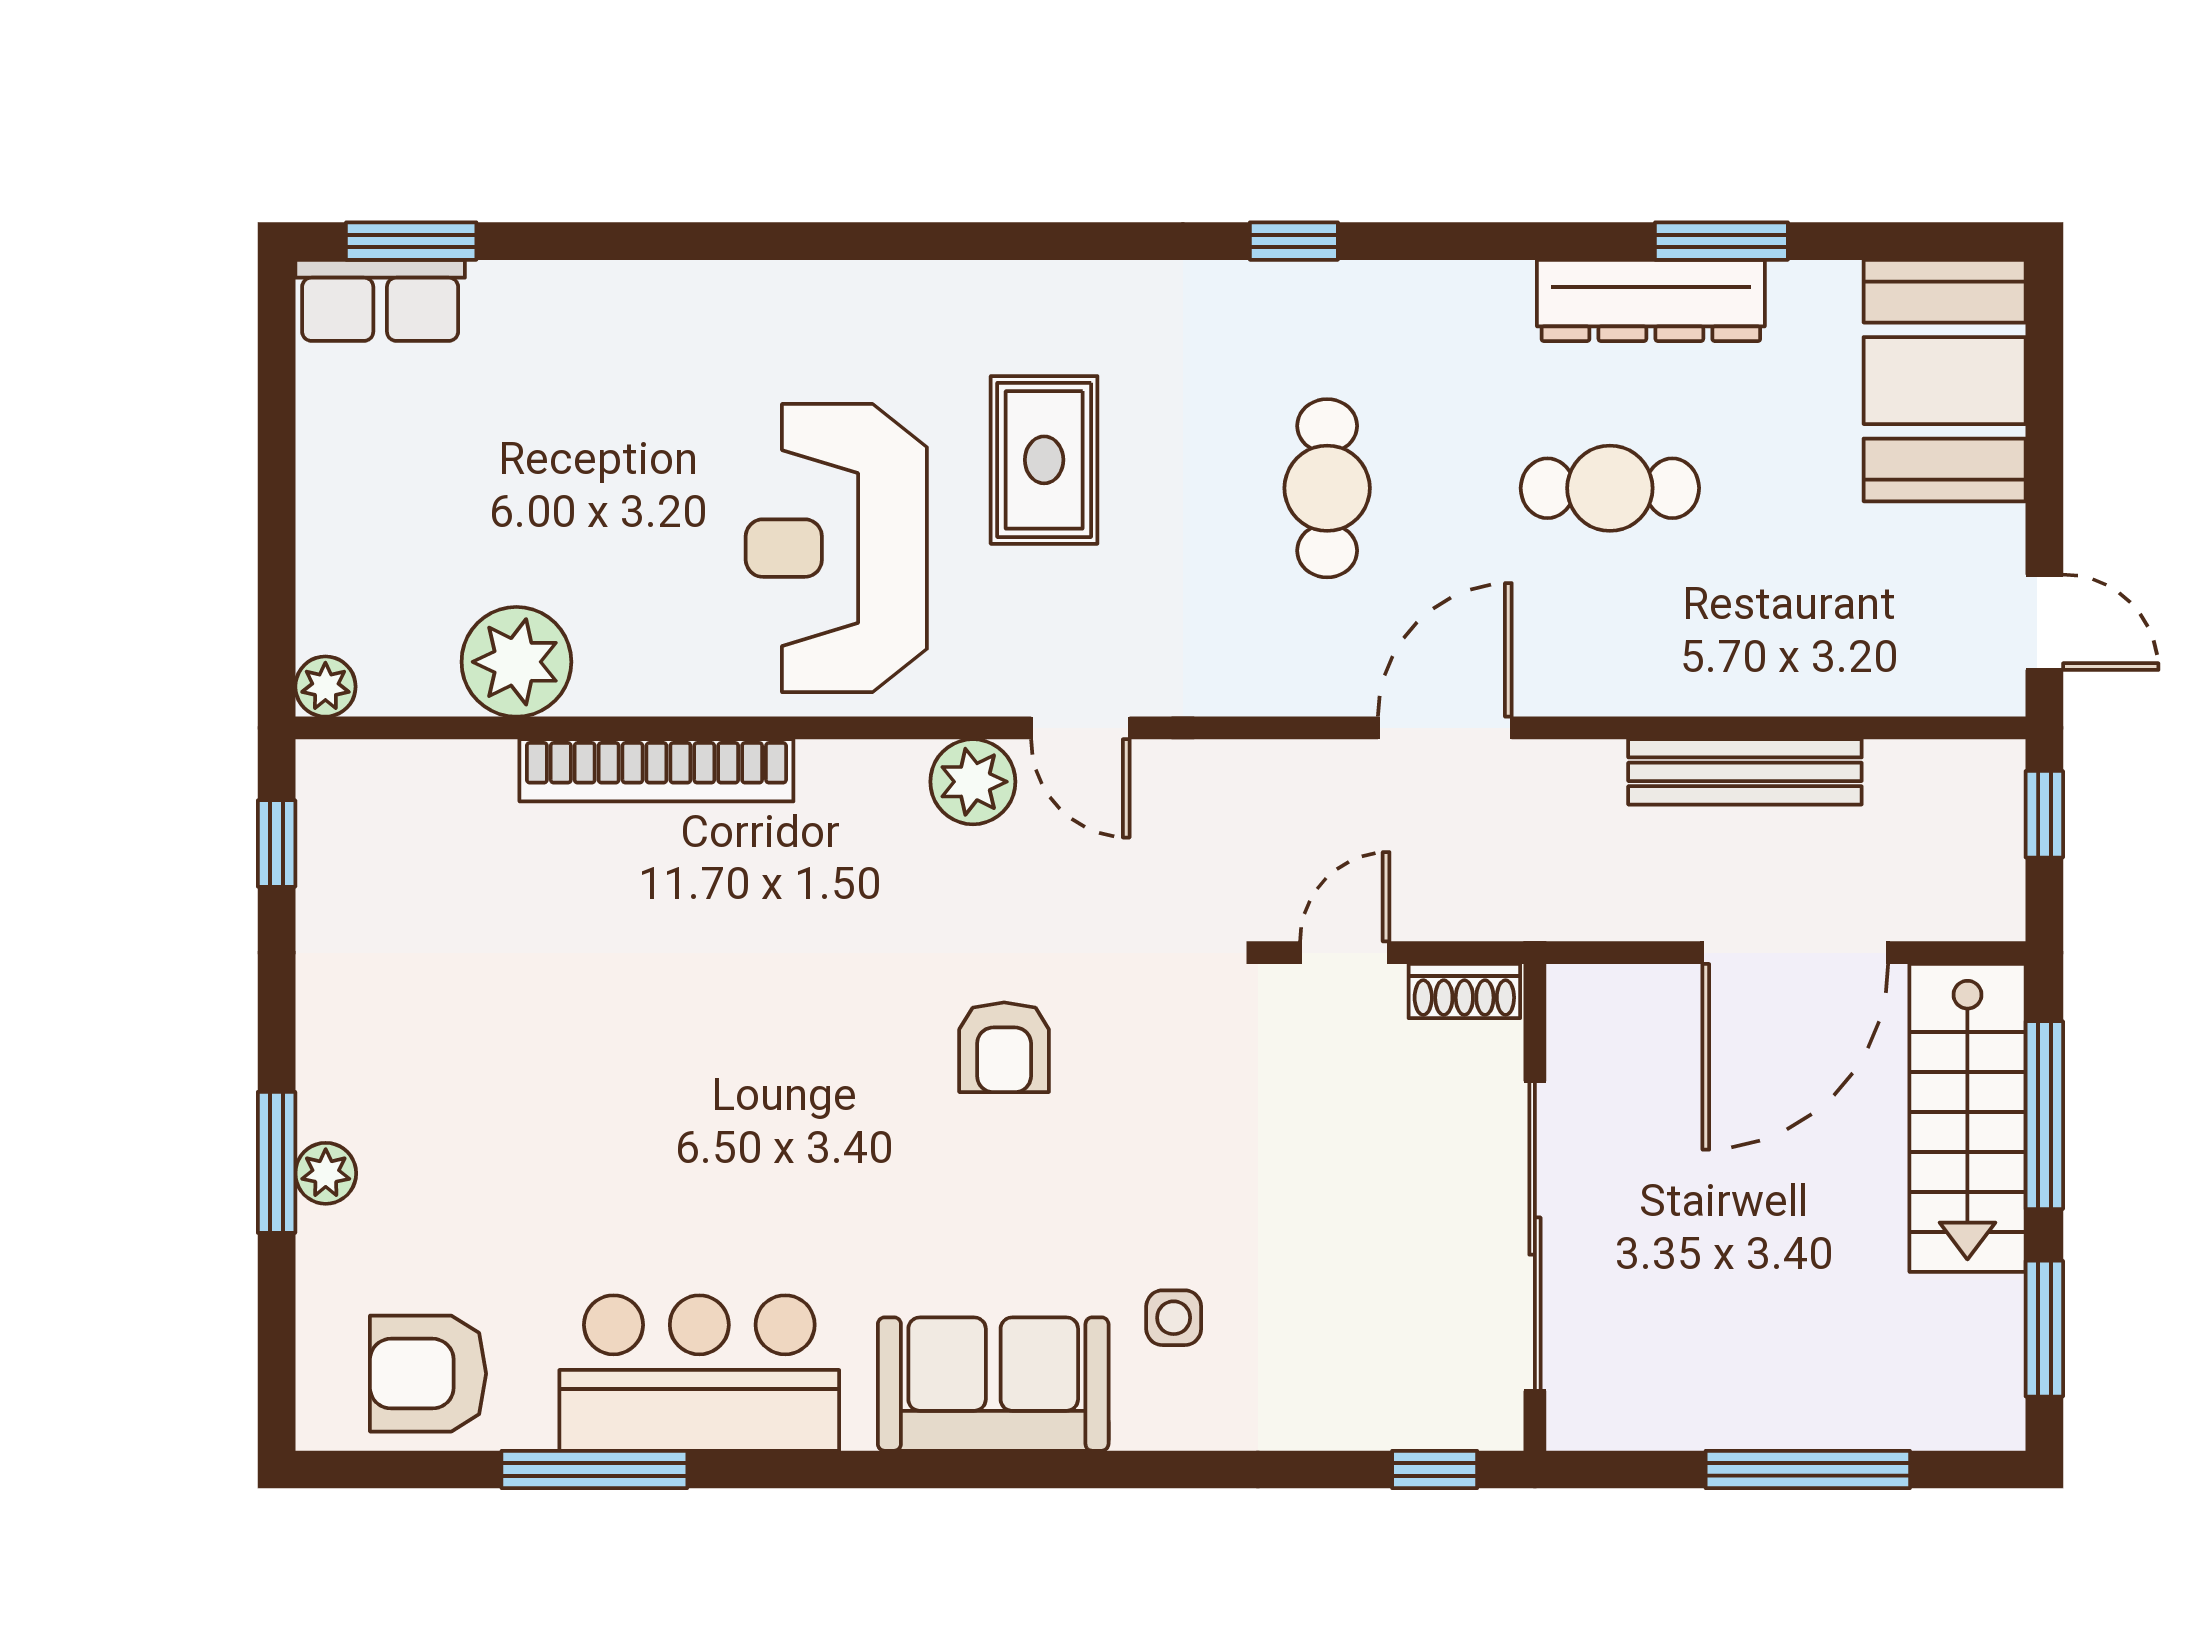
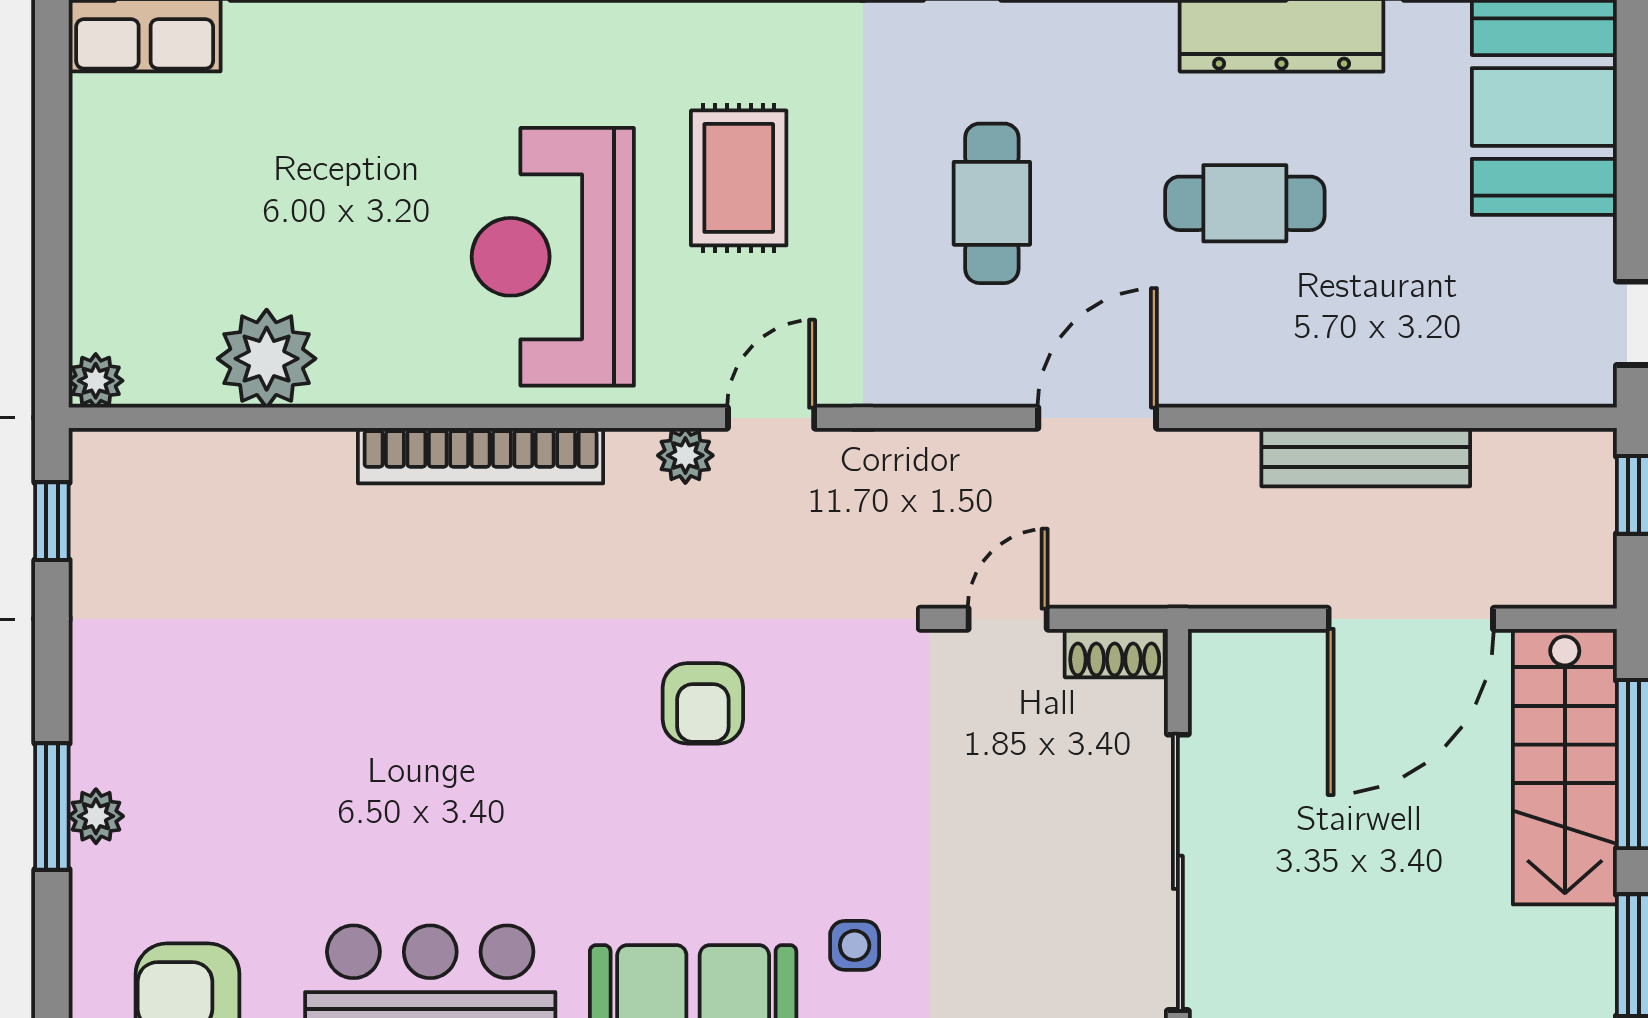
door: (1080, 728) -> (771, 418), swing flipped
bookcase: (656, 770) -> (481, 456), moved
plant: (973, 782) -> (685, 455), width x0.73, depth x0.73

